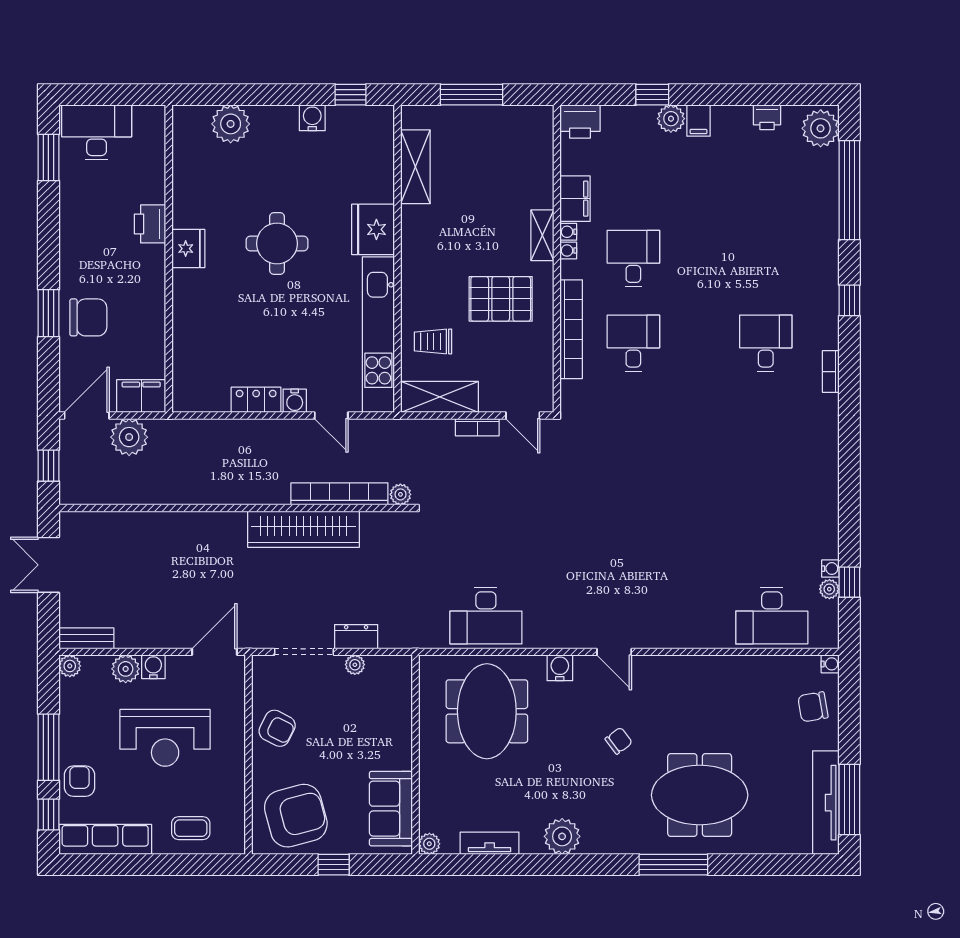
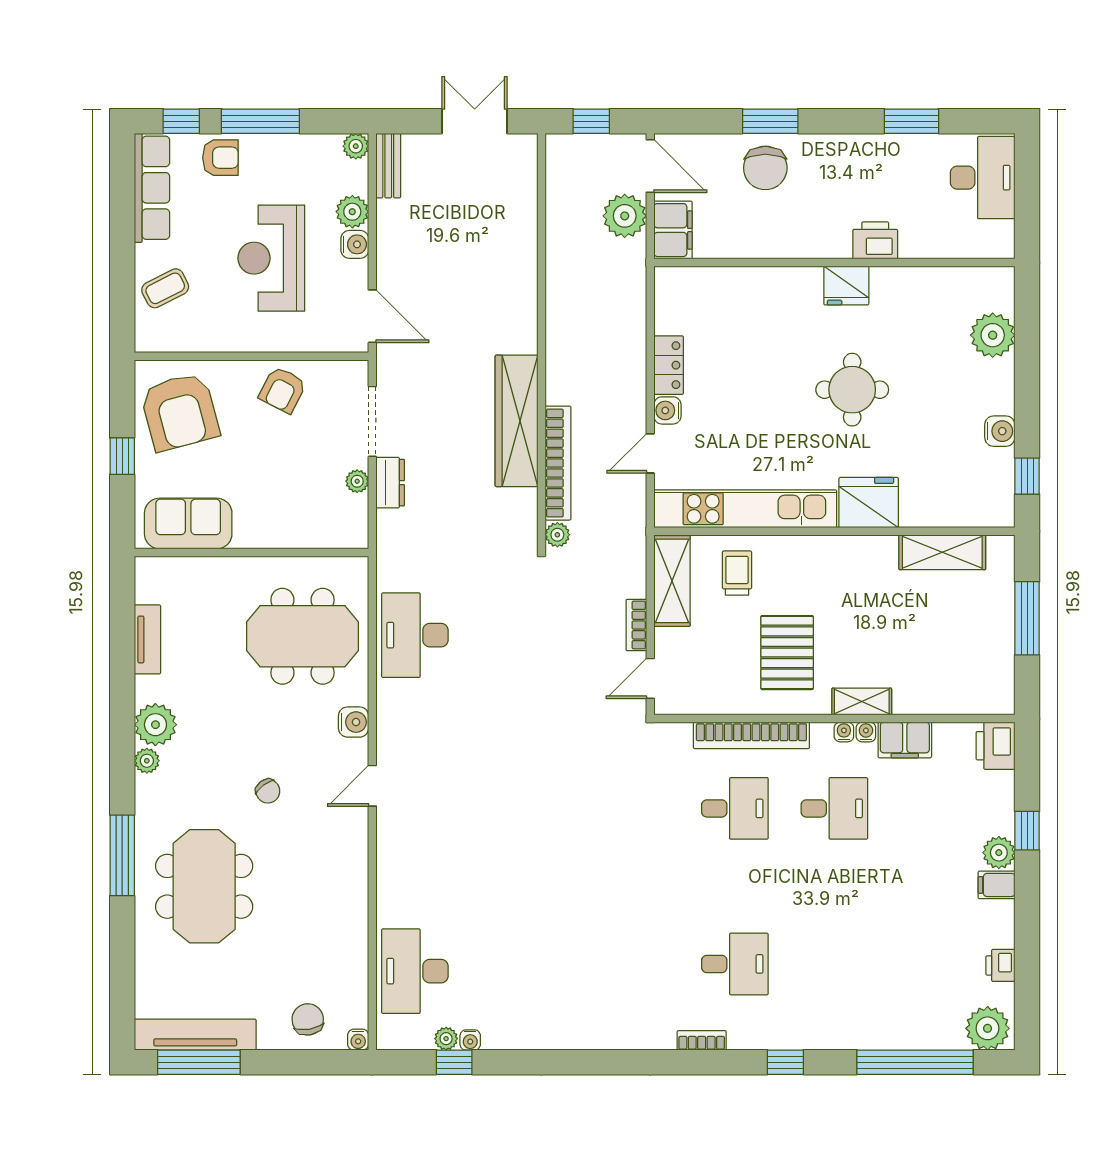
window: (48, 157) -> (911, 121), moved
coffee table: (191, 828) -> (165, 288), turned 63
plant: (429, 844) -> (147, 761), moved

